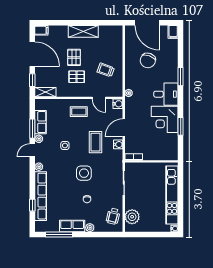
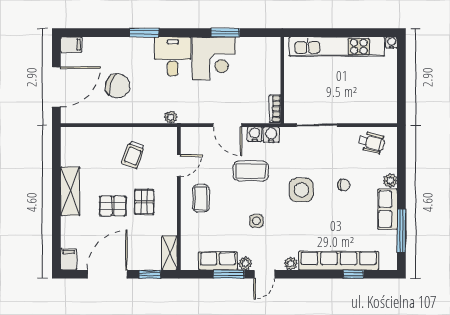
water cooler: (118, 104) -> (271, 135), moved
door: (32, 150) -> (264, 274), hinge flipped
plant: (132, 217) -> (372, 112), removed

